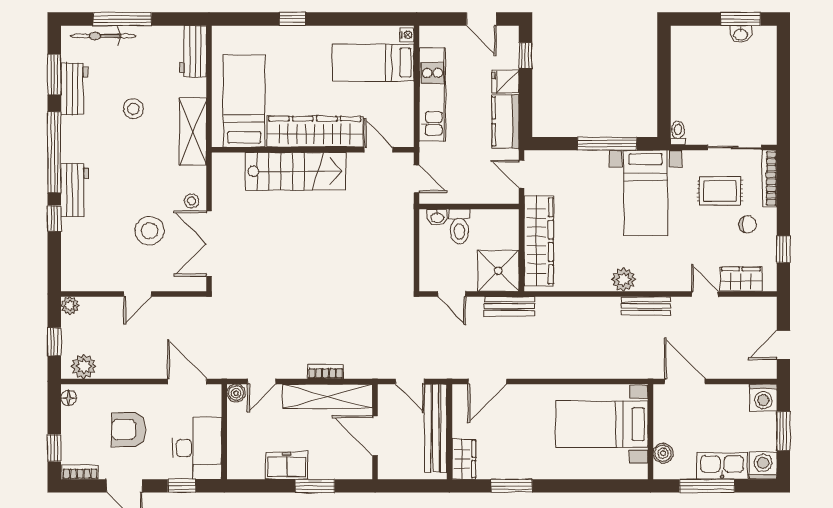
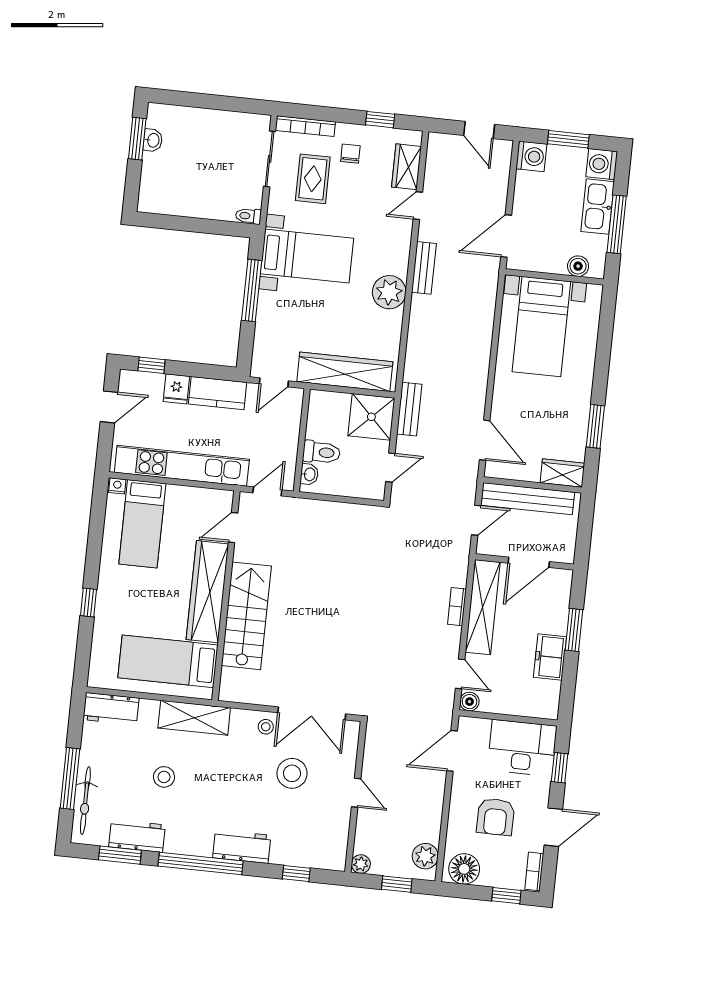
kitchen unit: (432, 95) -> (182, 466), width x1.36
window: (54, 218) -> (296, 874), moved
plant: (624, 280) -> (389, 292), width x1.36, depth x1.36
floor lamp: (69, 398) -> (464, 869), width x1.89, depth x1.89

